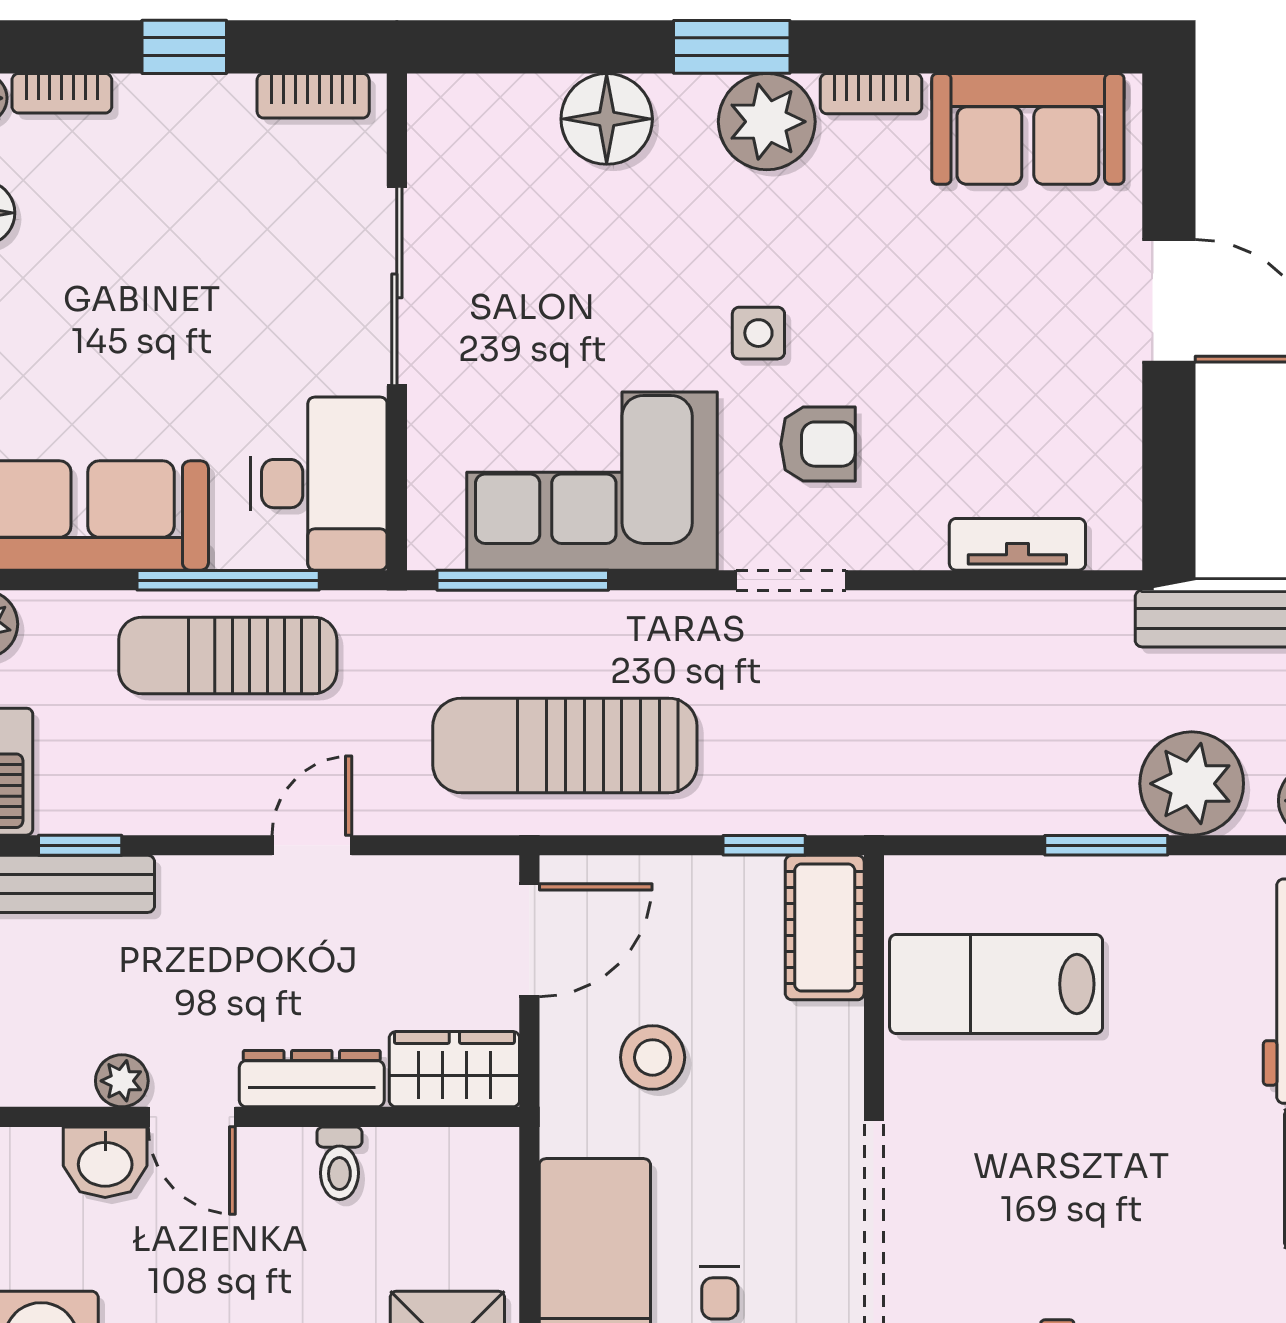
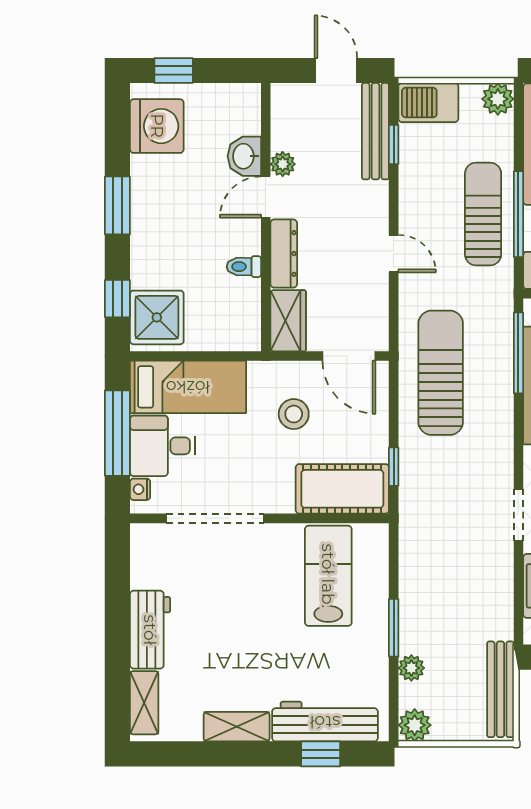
doorway: (791, 580) -> (518, 515), moved
plant: (1192, 784) -> (411, 668), width x0.53, depth x0.53
cot: (825, 928) -> (342, 489), width x1.37, depth x1.34

